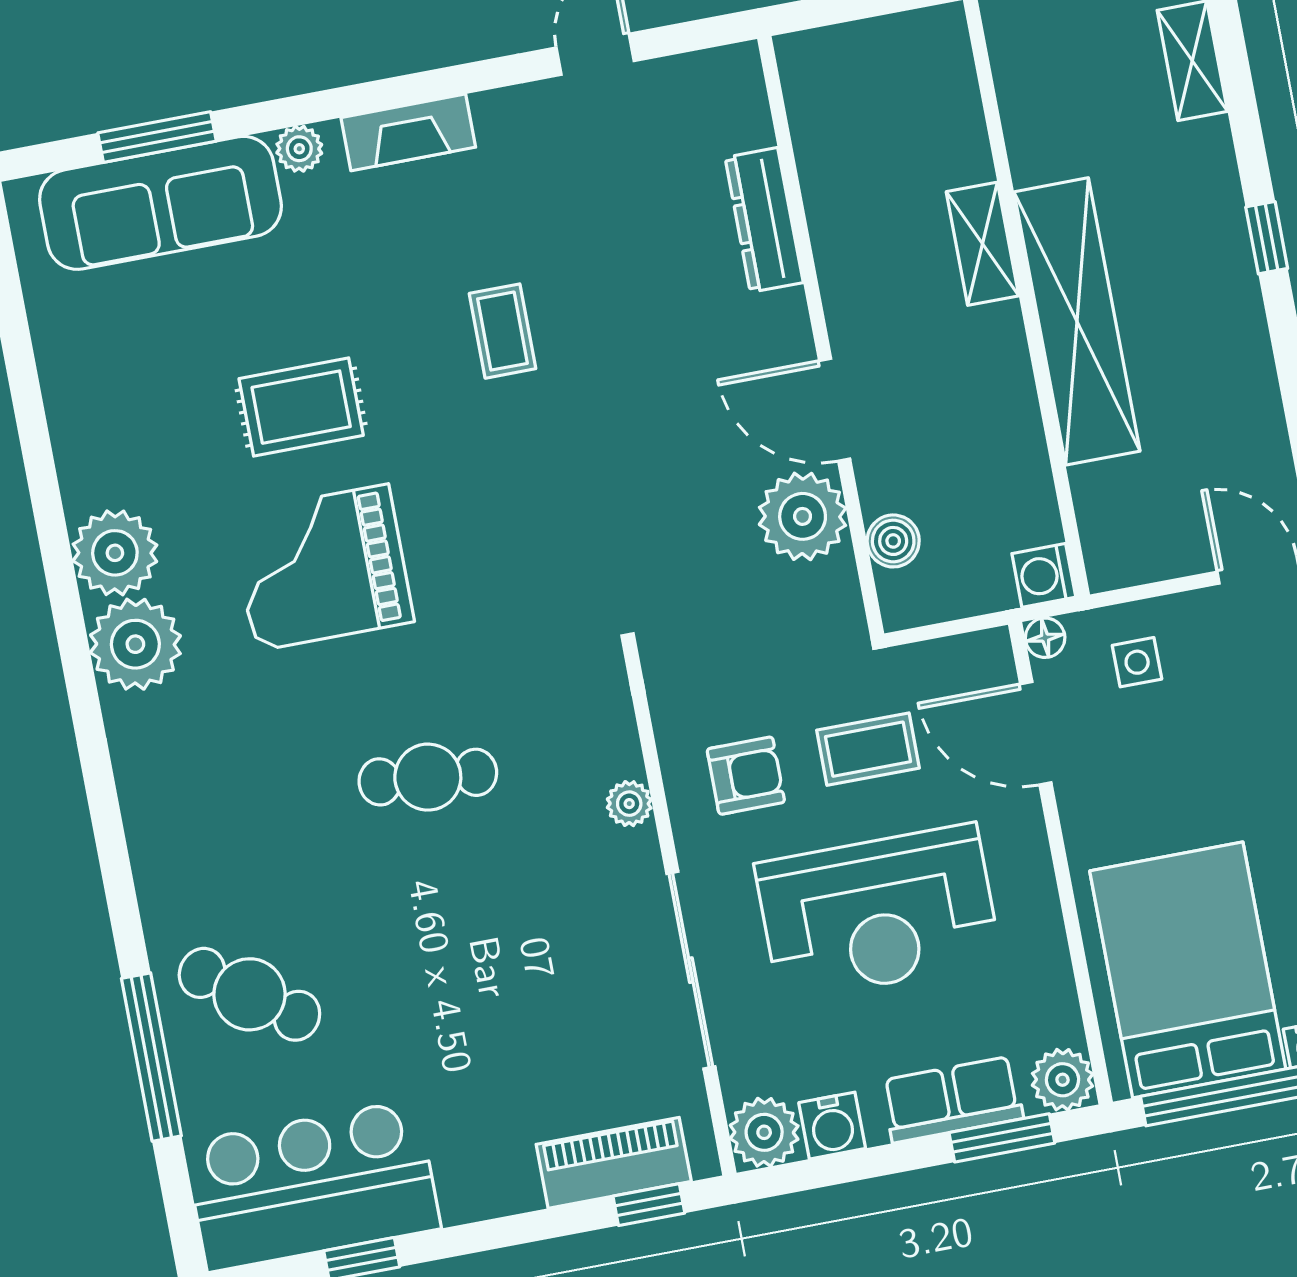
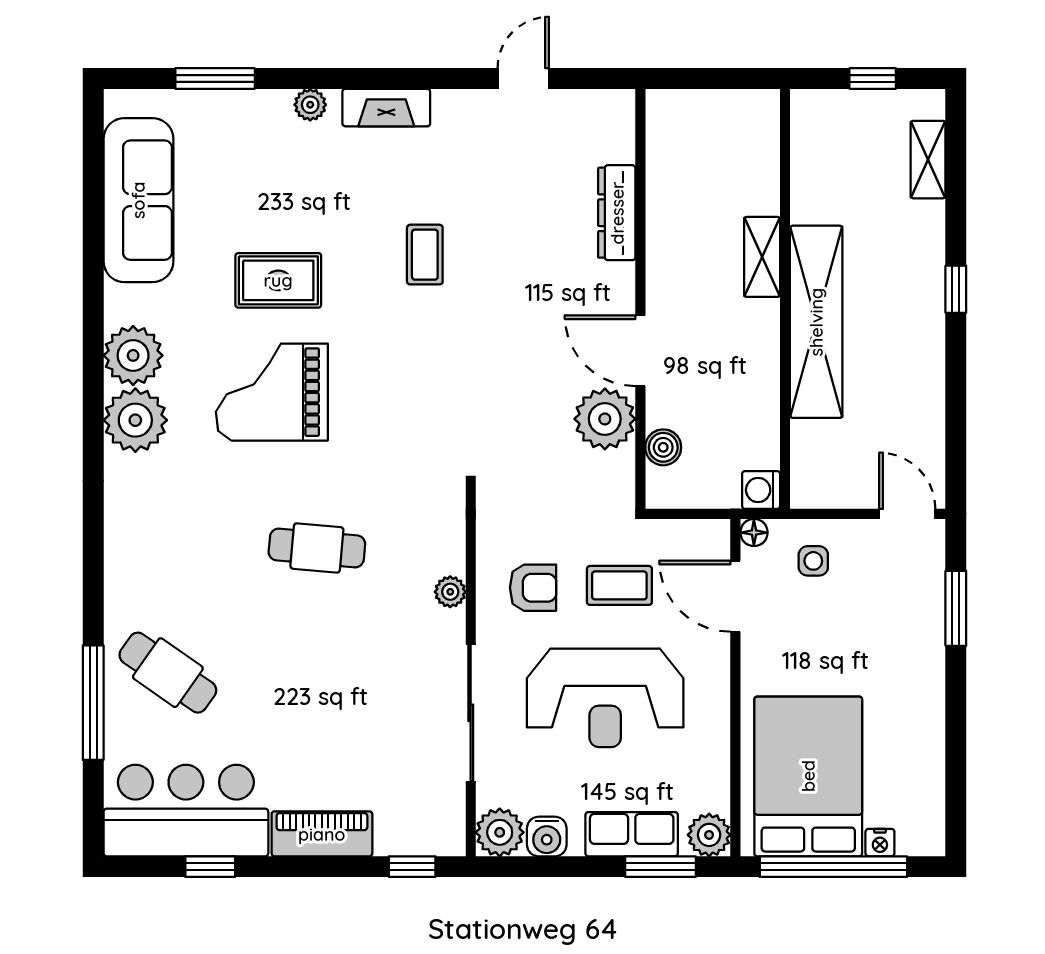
sofa: (160, 203) -> (138, 200), moved, turned -90
piano: (614, 1163) -> (322, 834), moved

